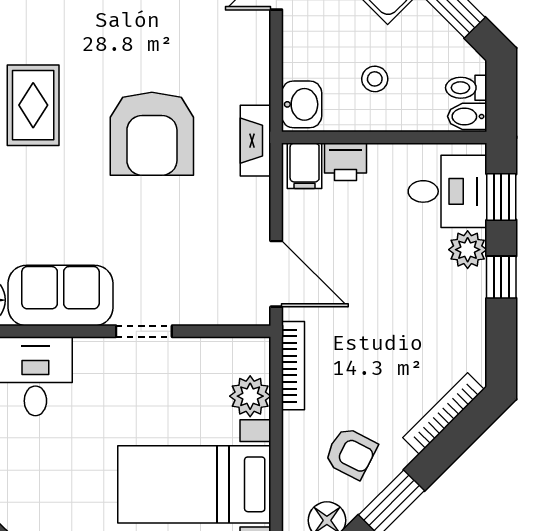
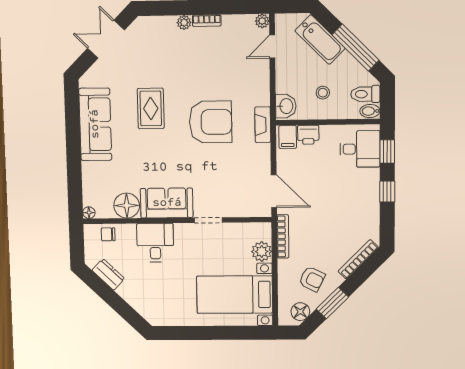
toilet: (466, 88) -> (365, 94), width x1.37, depth x1.39
armchair: (152, 134) -> (211, 122), turned -90
plant: (468, 250) -> (370, 178), removed

